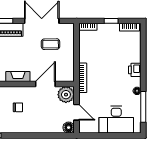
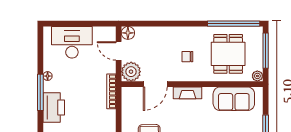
printer: (135, 70) -> (54, 108), width x1.87, depth x1.48
window: (143, 107) -> (40, 92), moved

